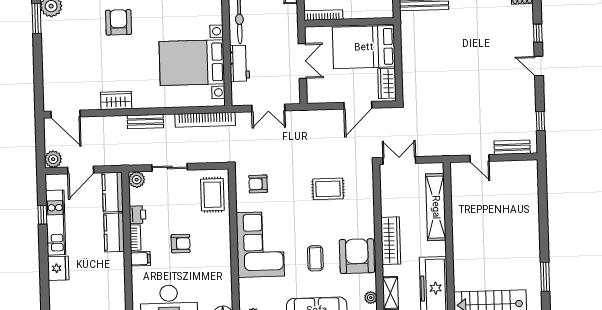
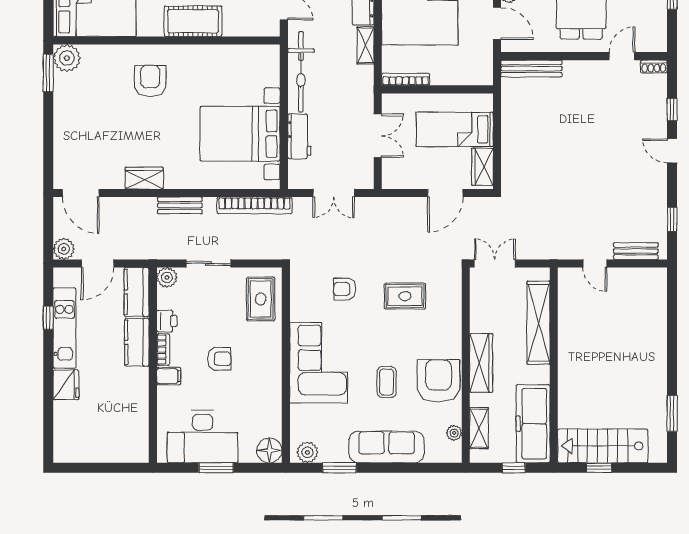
bed: (364, 47) -> (455, 129), width x0.67
armchair: (258, 184) -> (345, 289), moved

